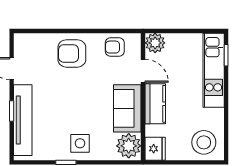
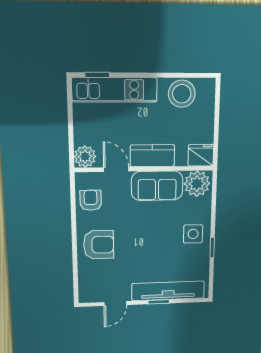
armchair: (115, 47) -> (91, 200), turned 180
armchair: (72, 53) -> (99, 245), turned -90
door: (143, 71) -> (116, 169), hinge flipped
stool: (204, 142) -> (182, 94), moved

